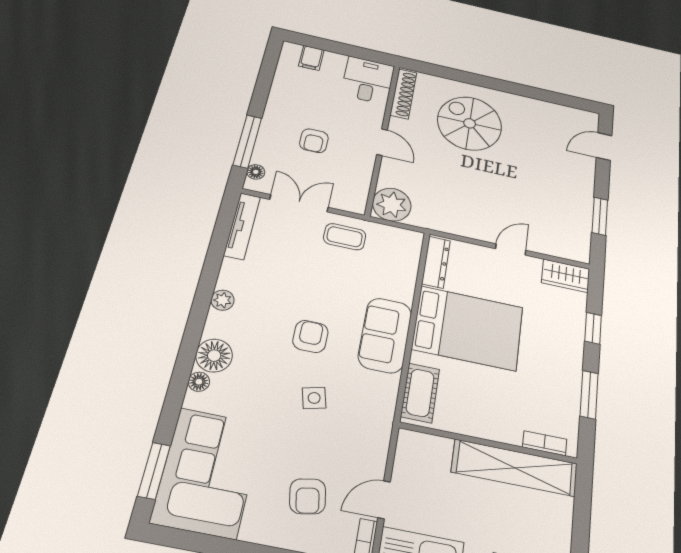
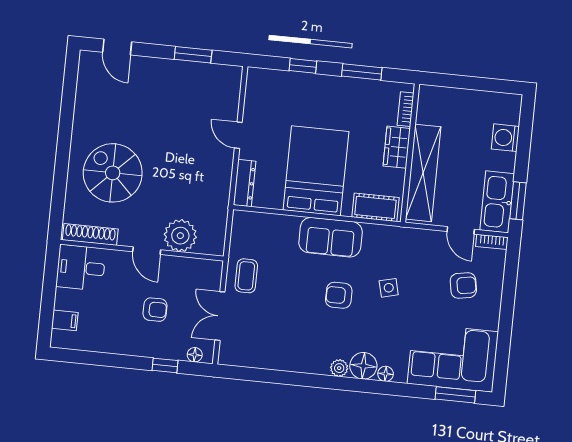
spiral stairs: (470, 123) -> (113, 173), turned 90
window: (247, 141) -> (165, 365), width x0.46
door: (382, 142) -> (147, 251), swing flipped
plant: (392, 205) -> (180, 236), moved
tv unit: (242, 226) -> (248, 359), removed
dresser: (436, 262) -> (245, 183), moved, turned 90
wardrobe: (566, 276) -> (397, 147), moved, turned 180
plant: (223, 300) -> (339, 368), moved
shelving: (515, 468) -> (423, 173), moved

